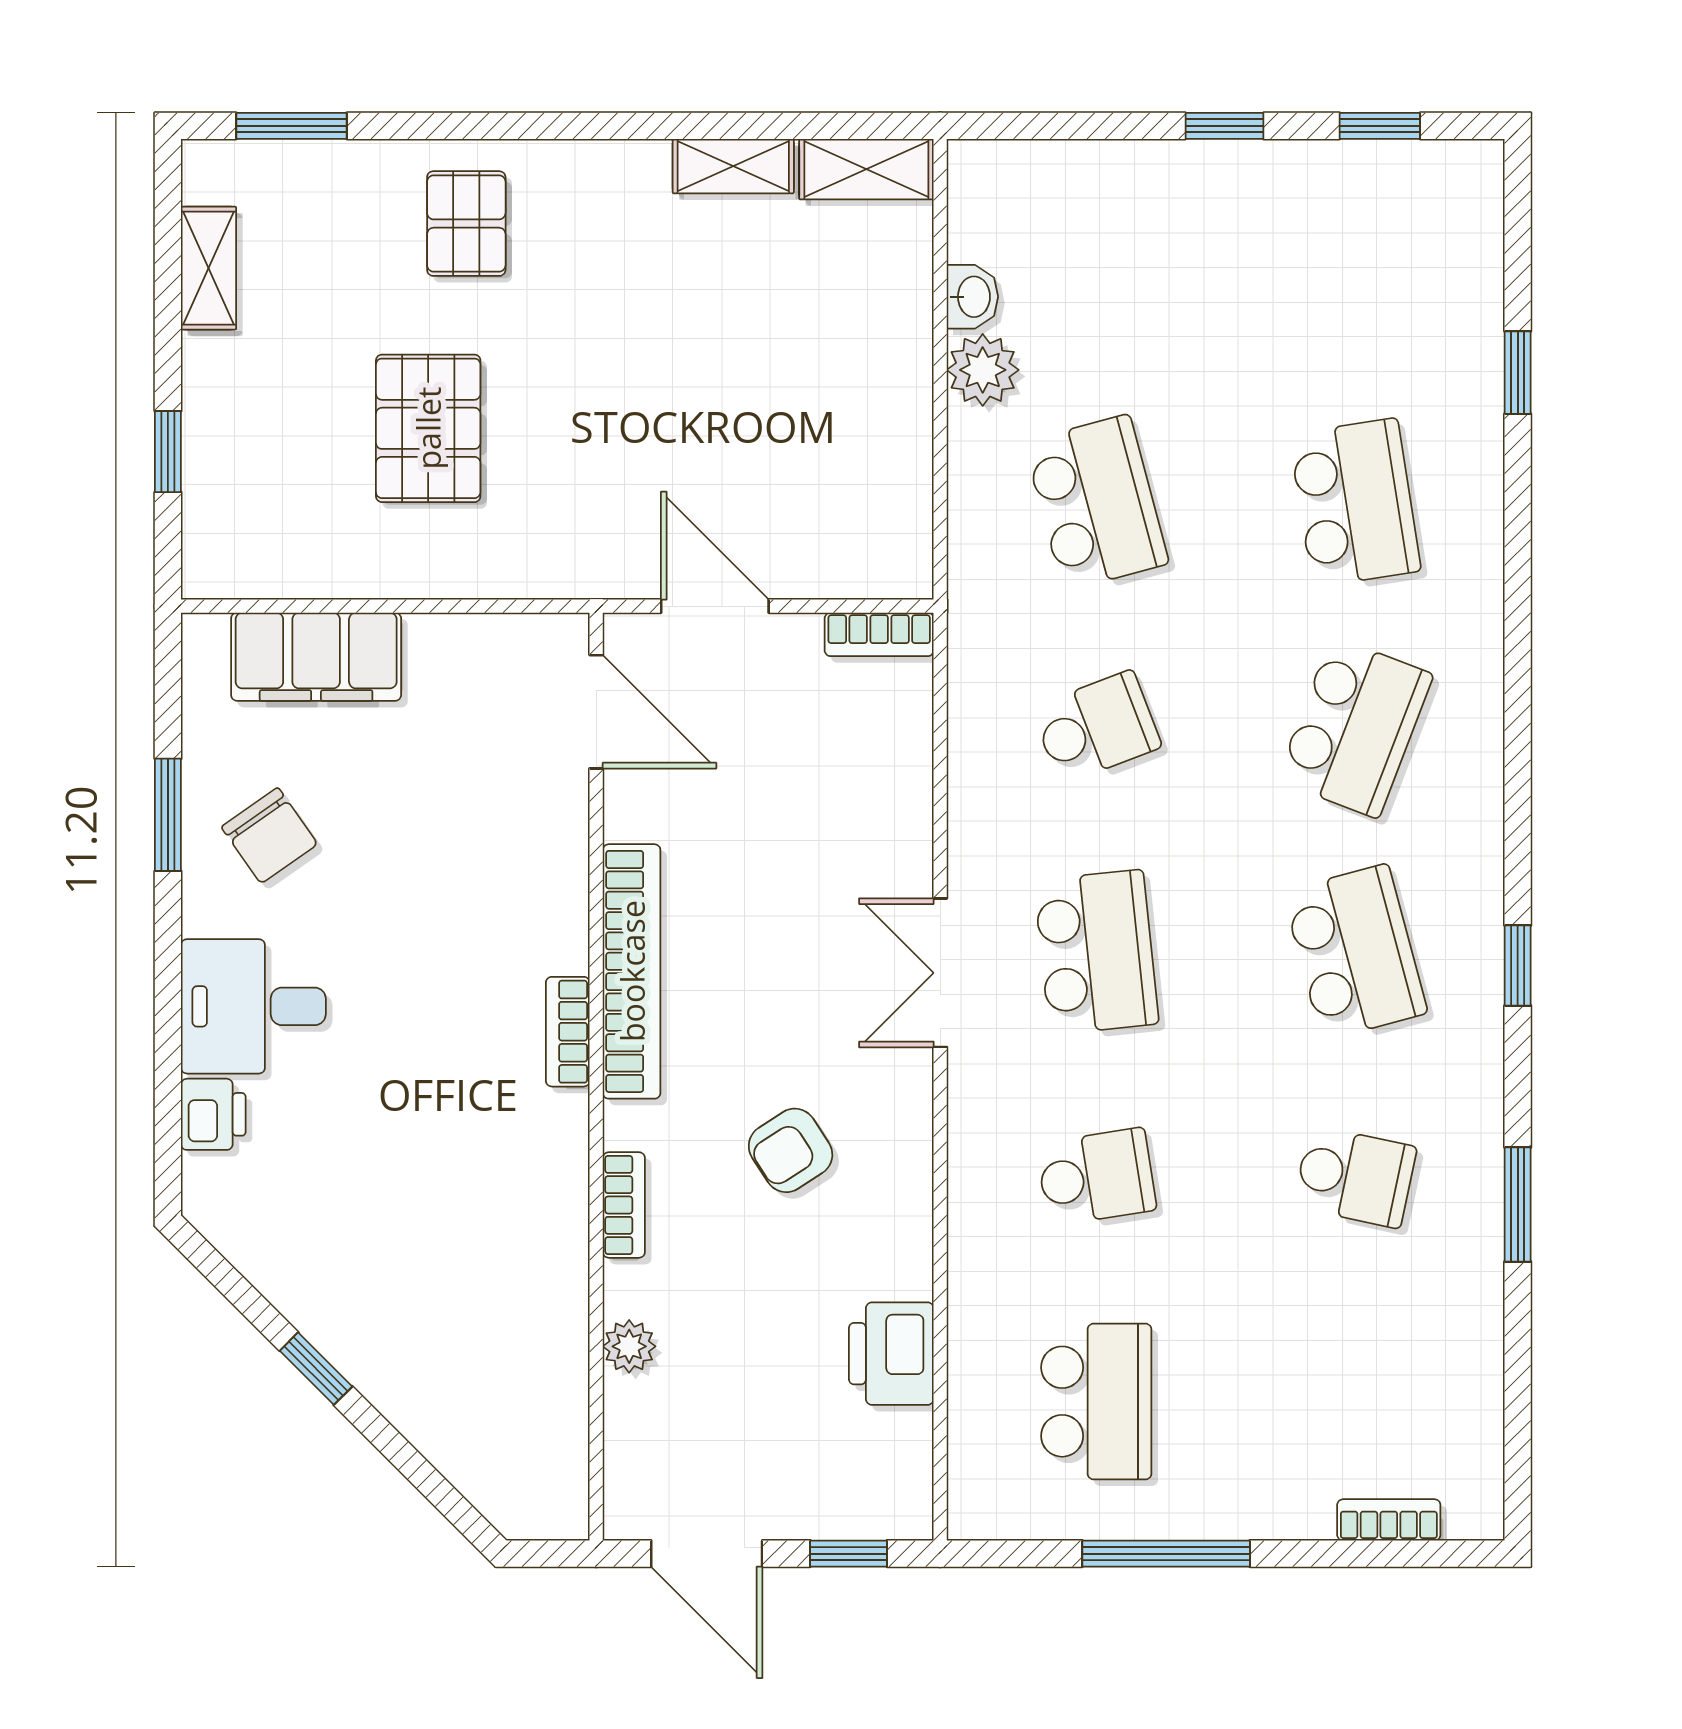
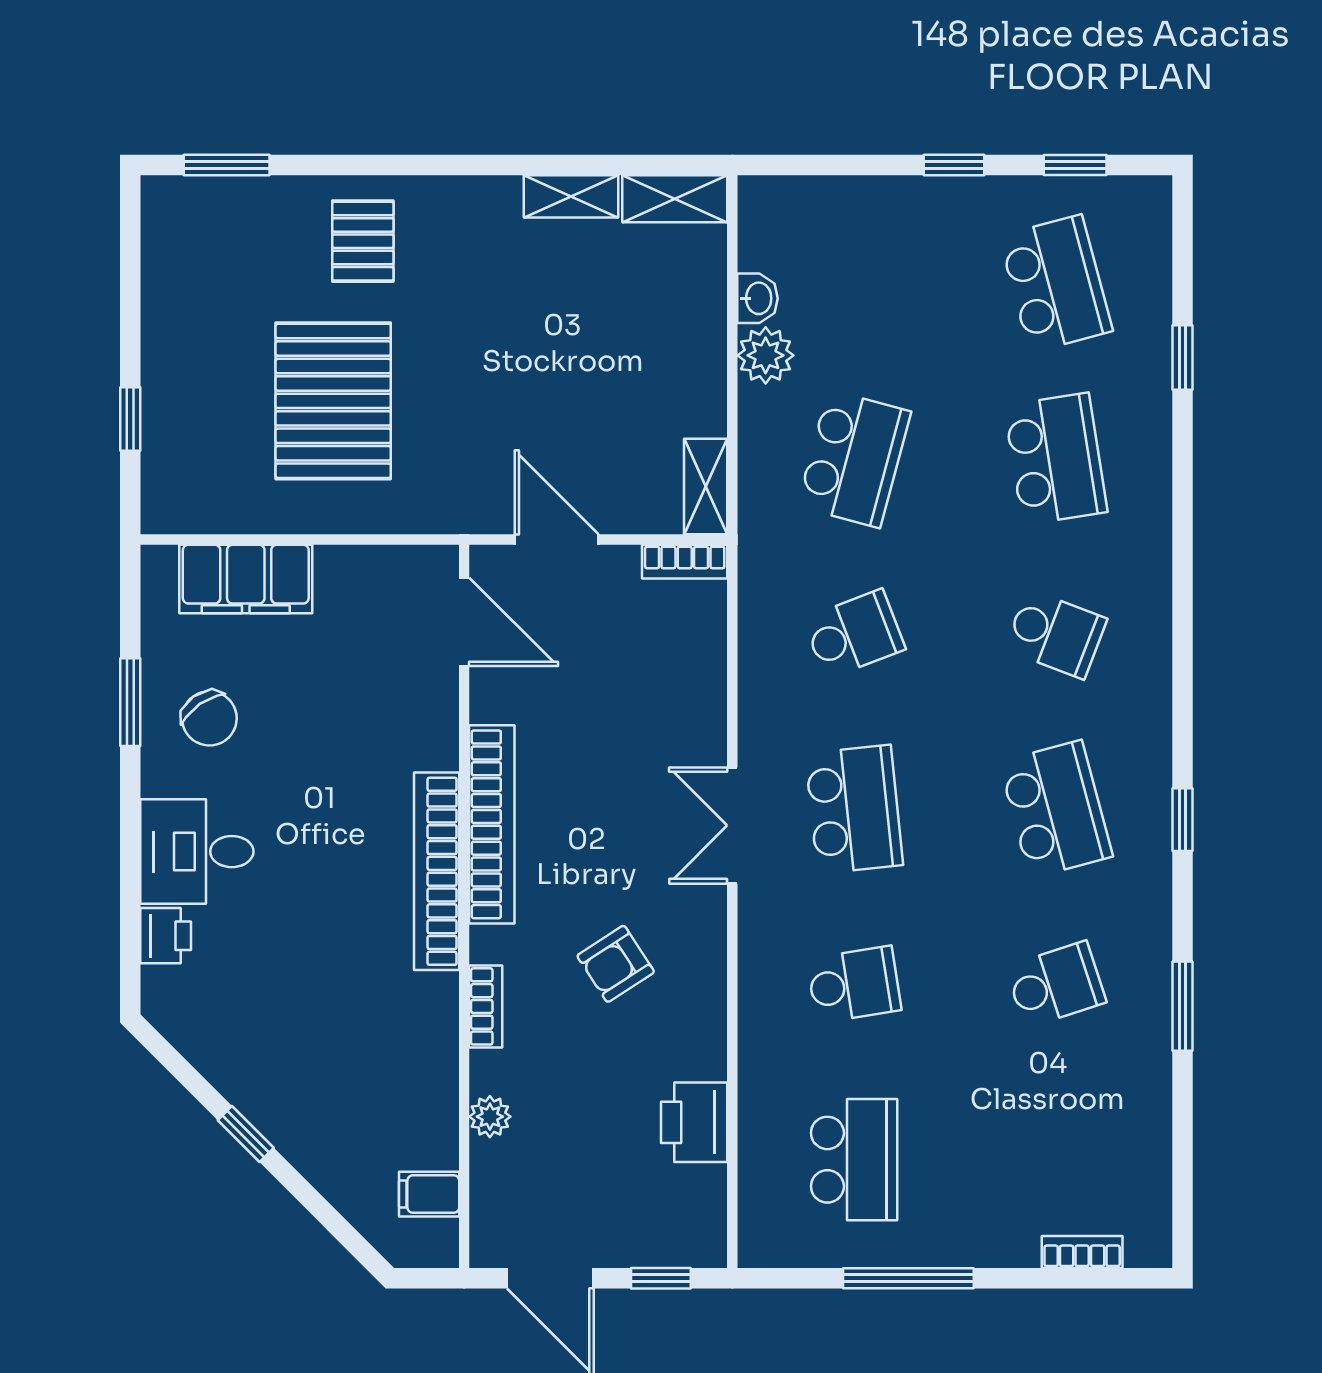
shelving: (209, 268) -> (706, 487), moved
school desk: (1355, 278) -> (1056, 284), added
pallet: (428, 428) -> (333, 401), width x1.37, depth x1.41
school desk: (1096, 503) -> (854, 459), turned 30
school desk: (1355, 727) -> (1056, 634), width x0.54
bookcase: (568, 1032) -> (437, 871), width x2.31, depth x1.31
school desk: (1355, 1177) -> (1056, 984), turned -30
filing cabinet: (551, 1446) -> (429, 1194), added

